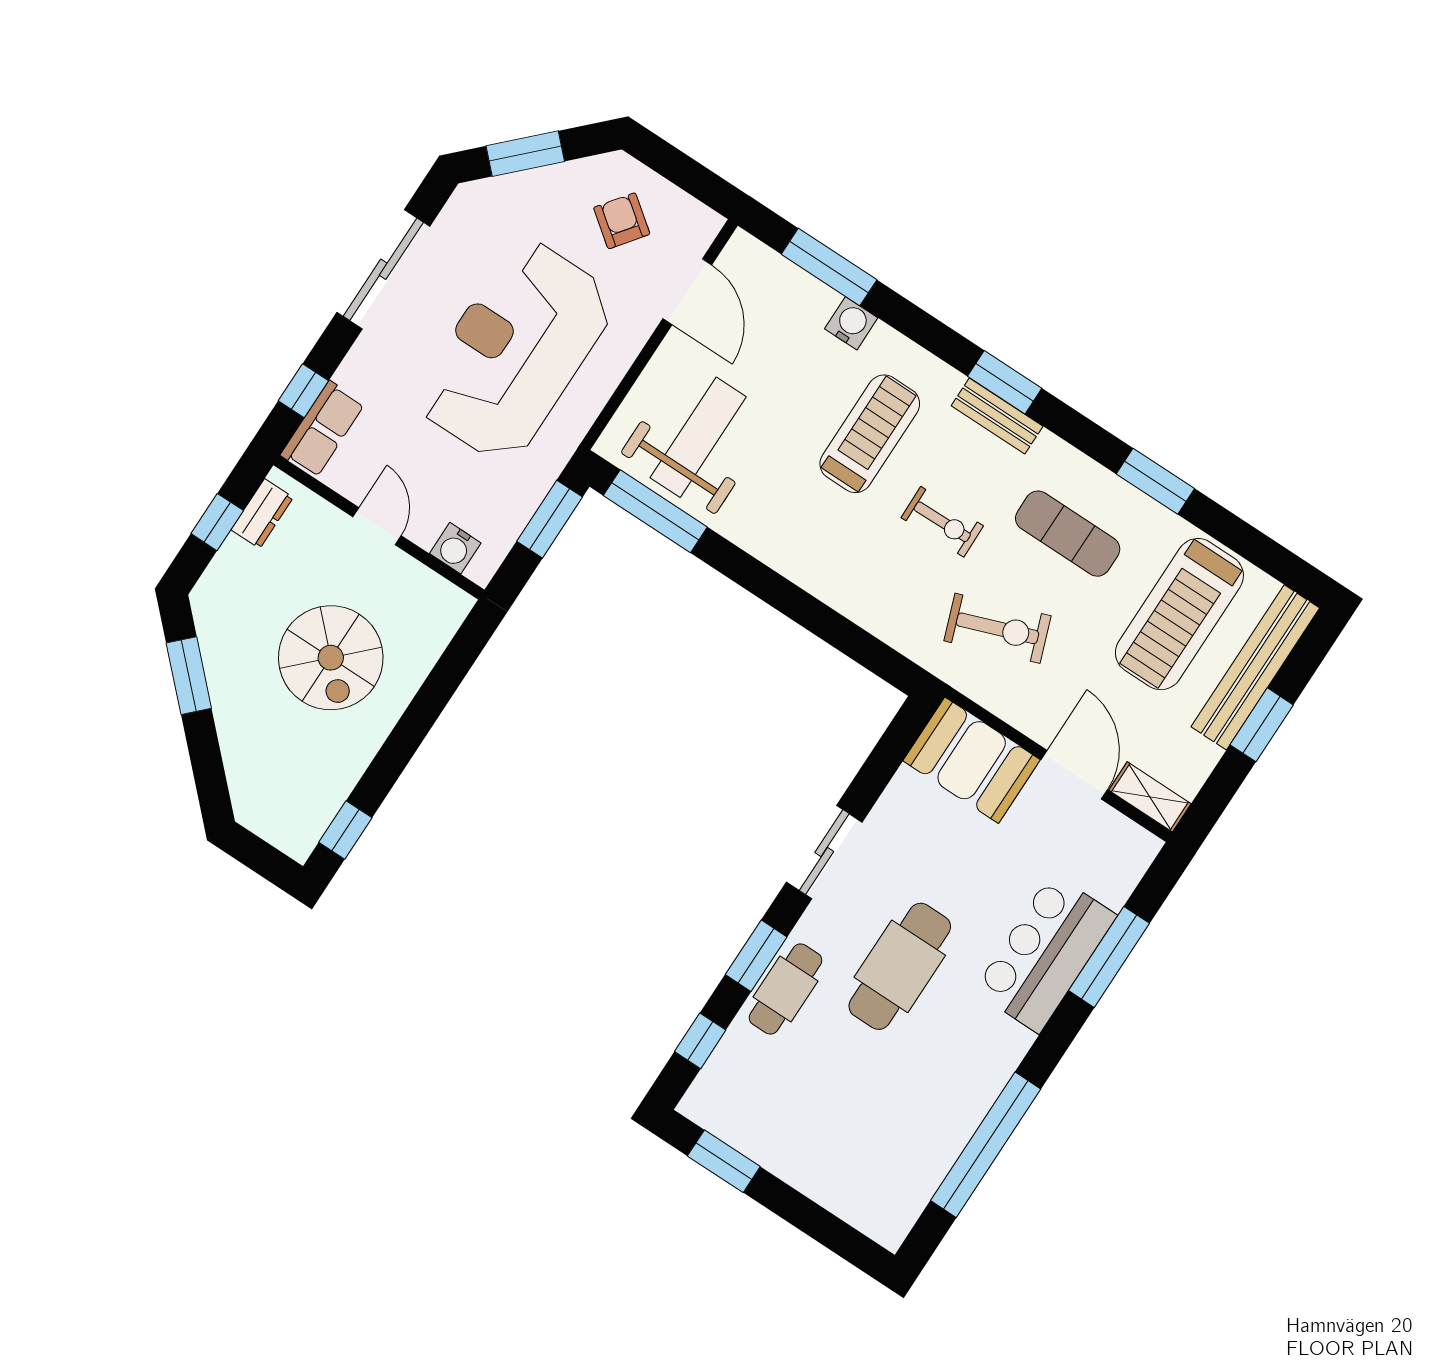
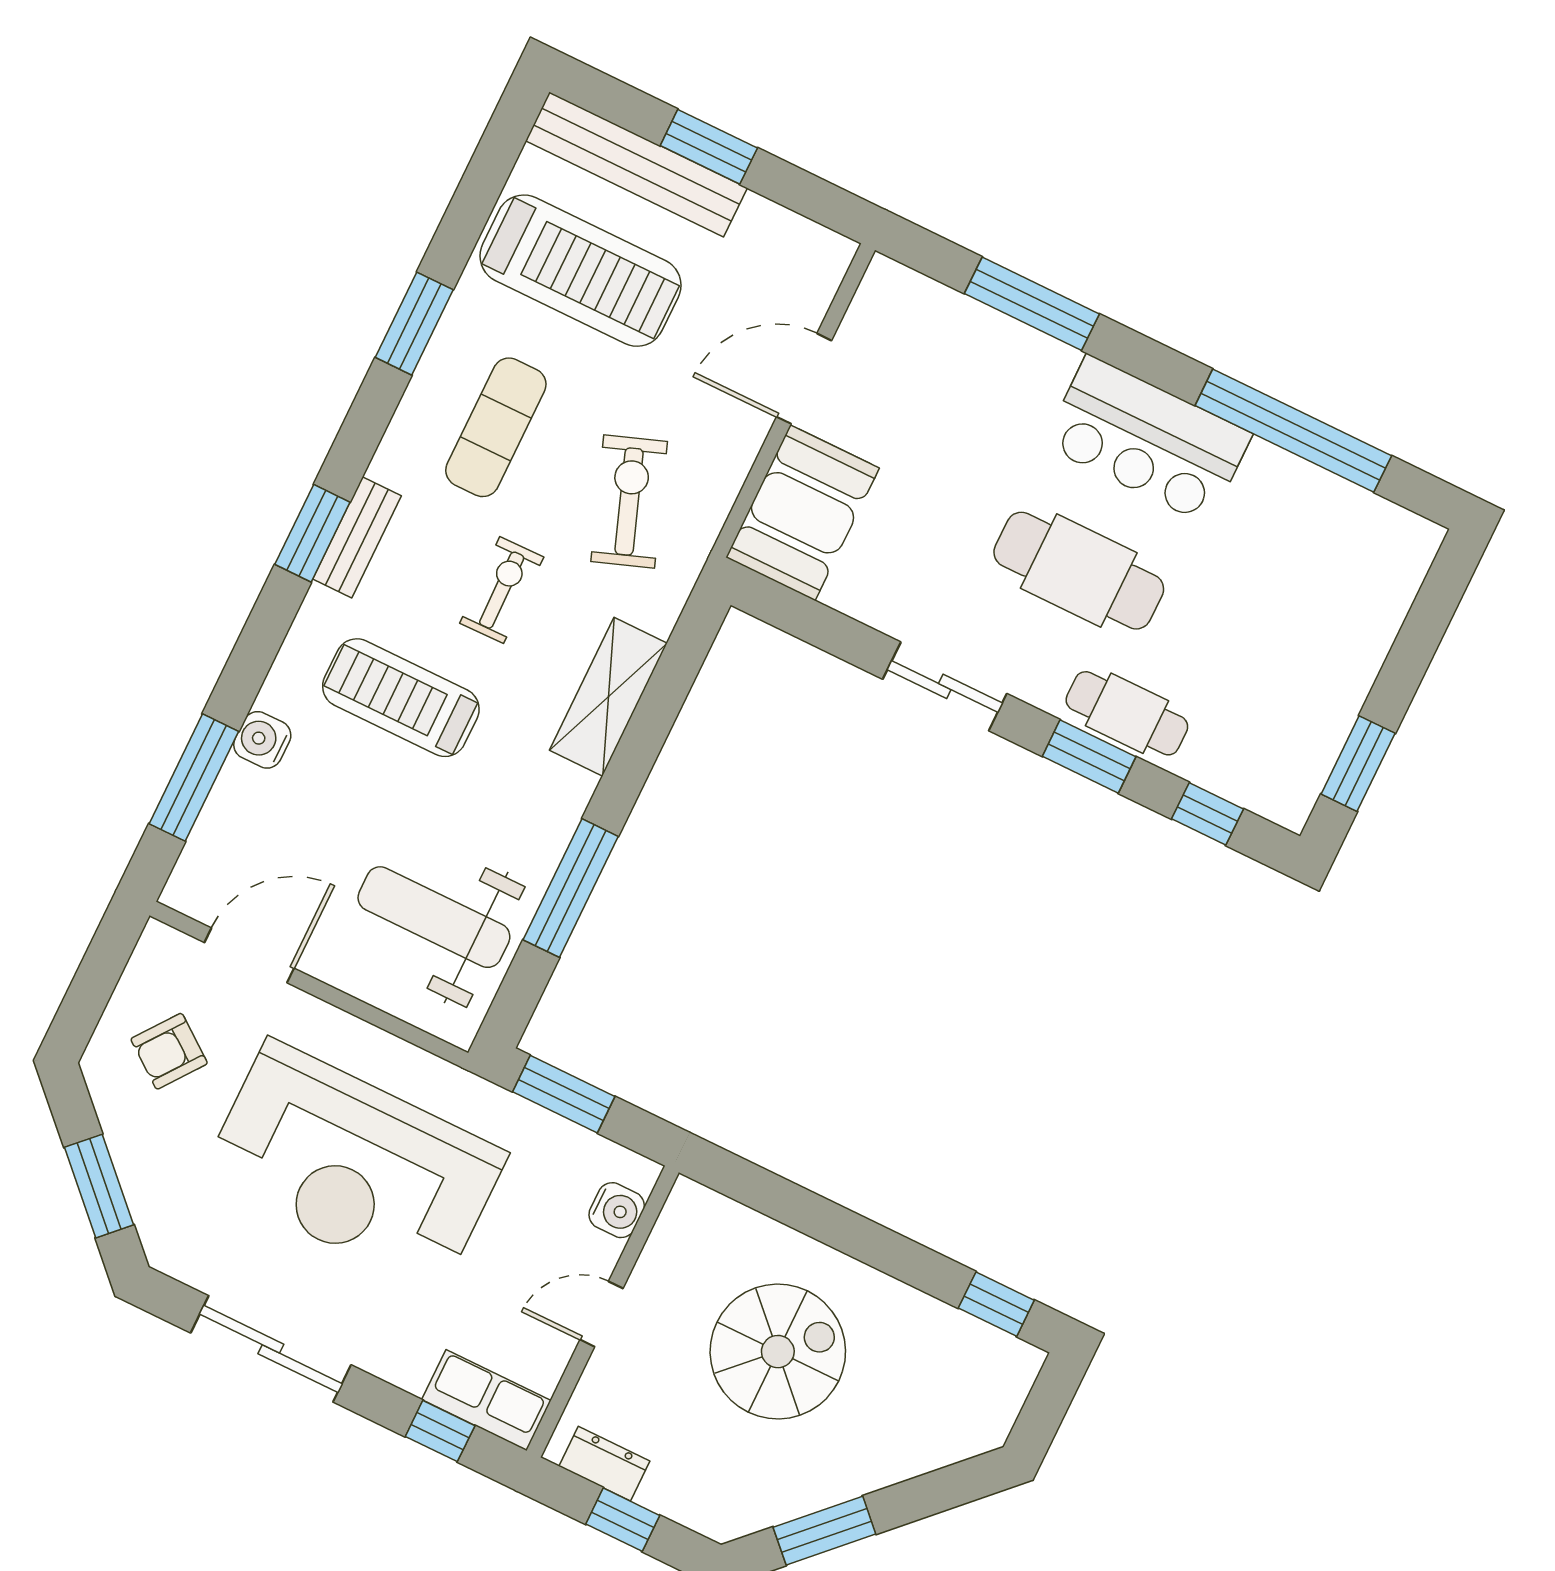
window: (655, 511) -> (571, 888), moved
shelving: (1150, 797) -> (608, 697), moved, width x1.50, depth x1.33
bar counter: (1045, 953) -> (1148, 439), moved

